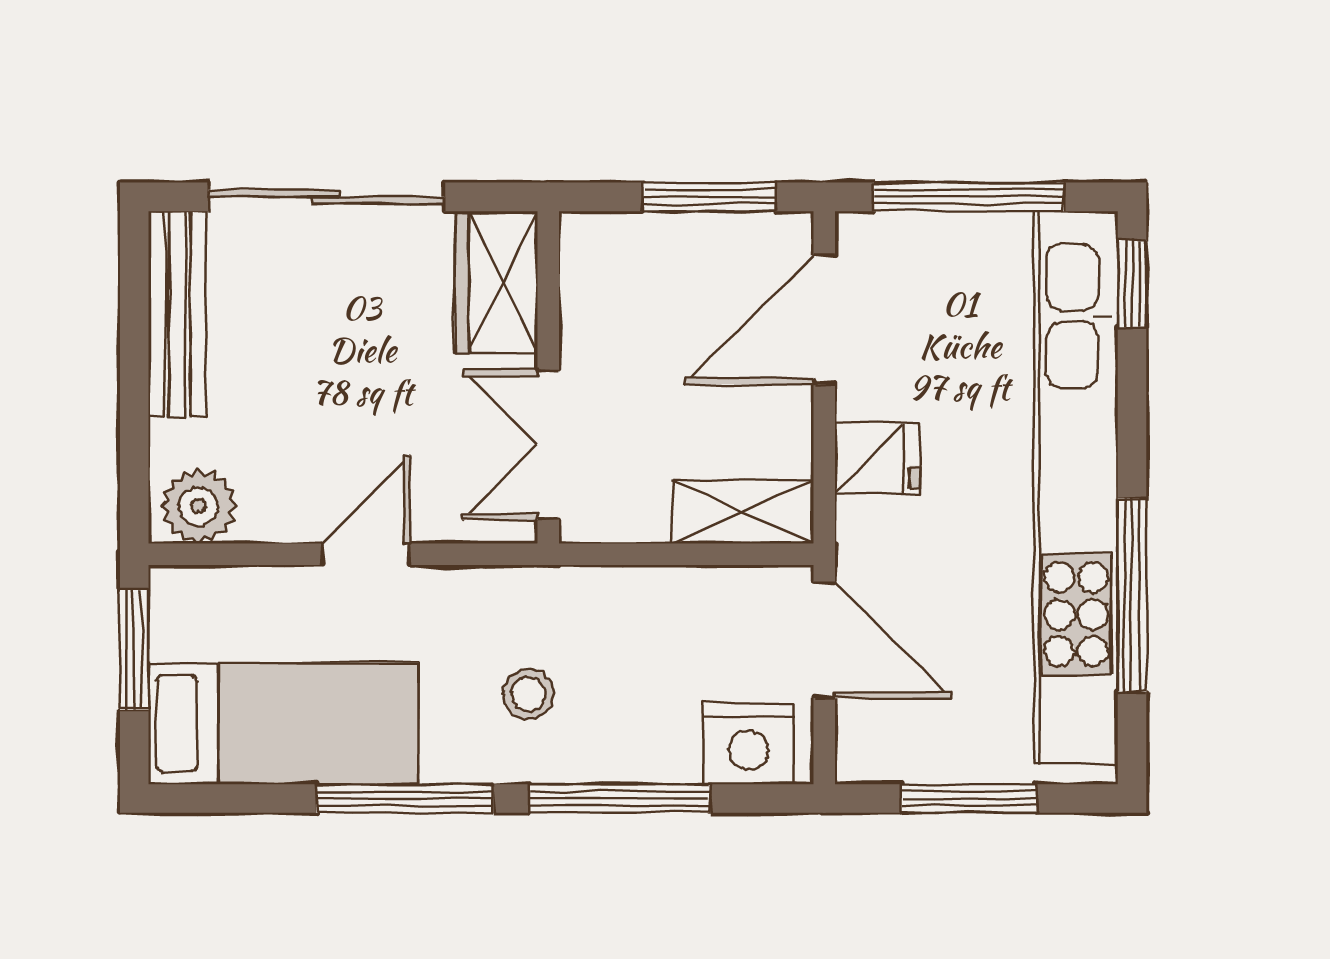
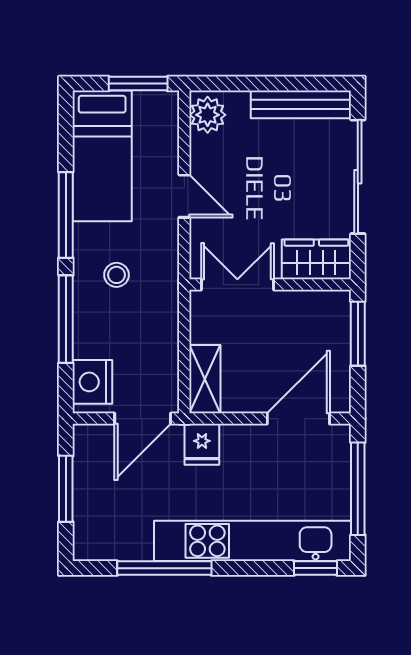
window: (709, 197) -> (358, 334), moved
door: (824, 319) -> (298, 419), hinge flipped
fridge: (877, 459) -> (202, 444), moved
kitchen unit: (1076, 487) -> (253, 541), width x0.73

